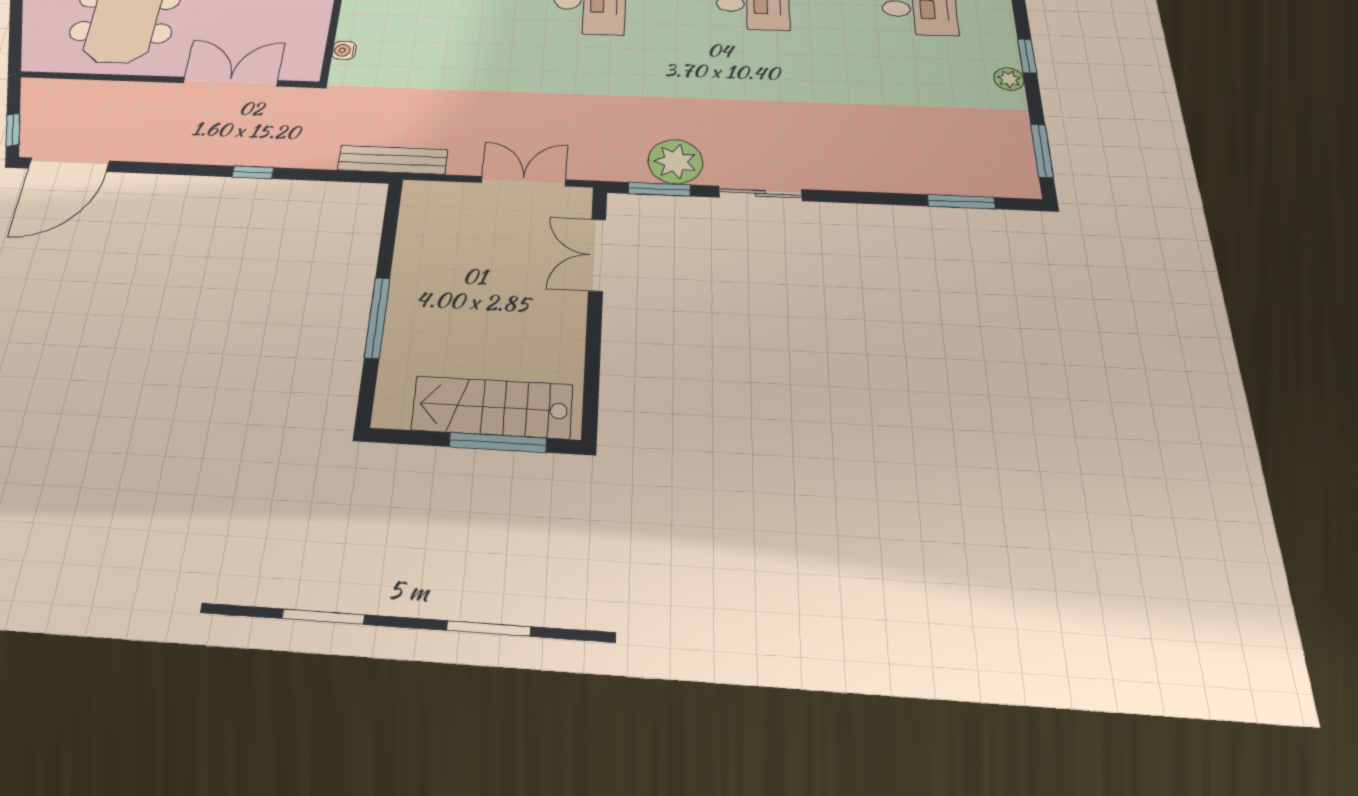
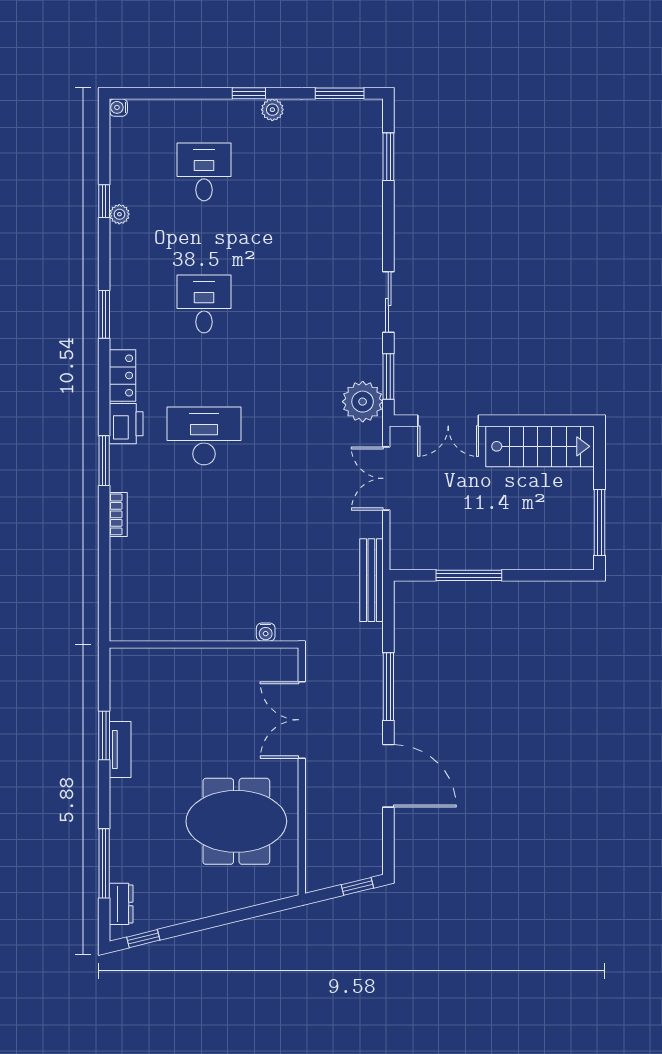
plant: (675, 162) -> (363, 402), moved
door: (69, 165) -> (388, 776), moved
window: (253, 172) -> (388, 687), width x2.17
window: (377, 318) -> (469, 575), moved
stairs: (492, 407) -> (540, 446), moved, turned -90
window: (498, 443) -> (599, 522), moved

